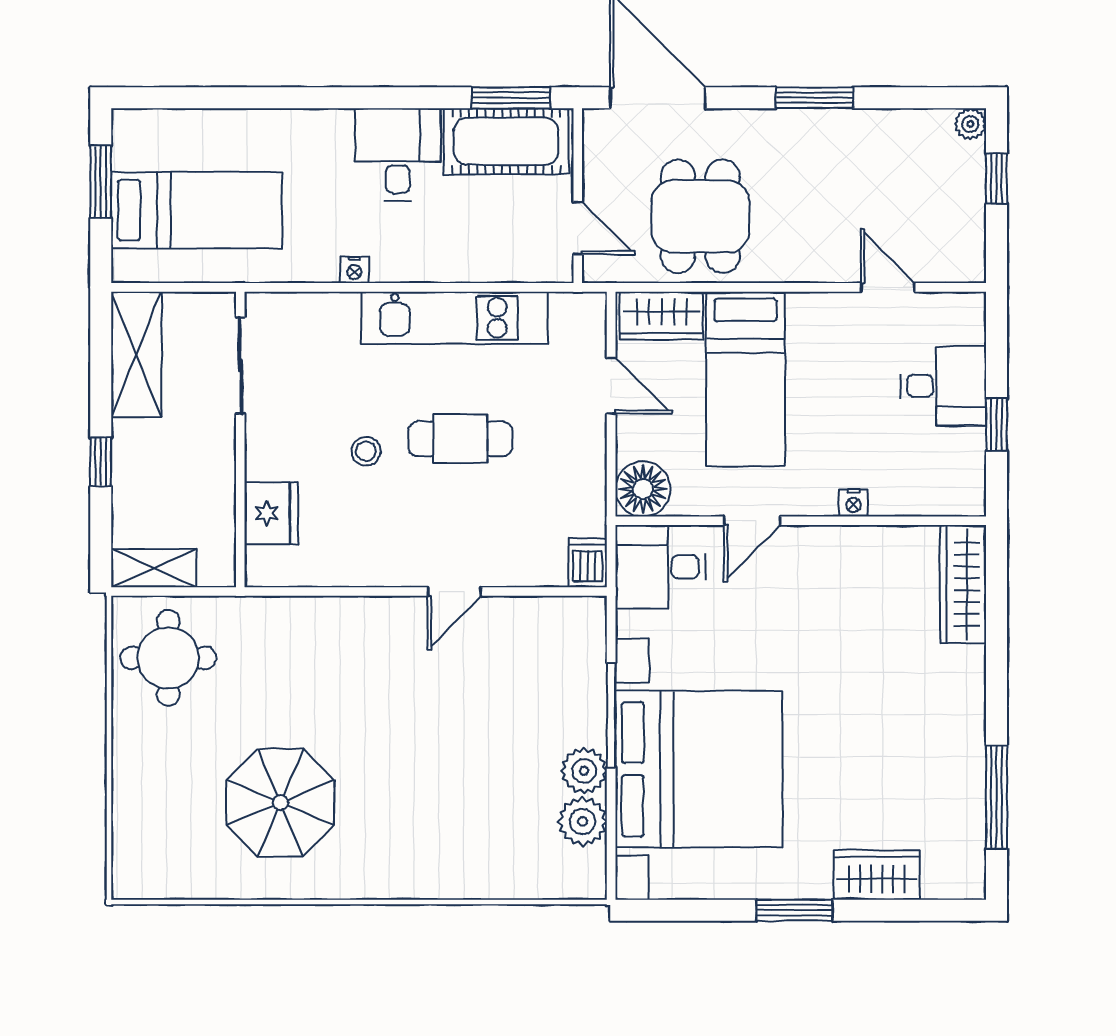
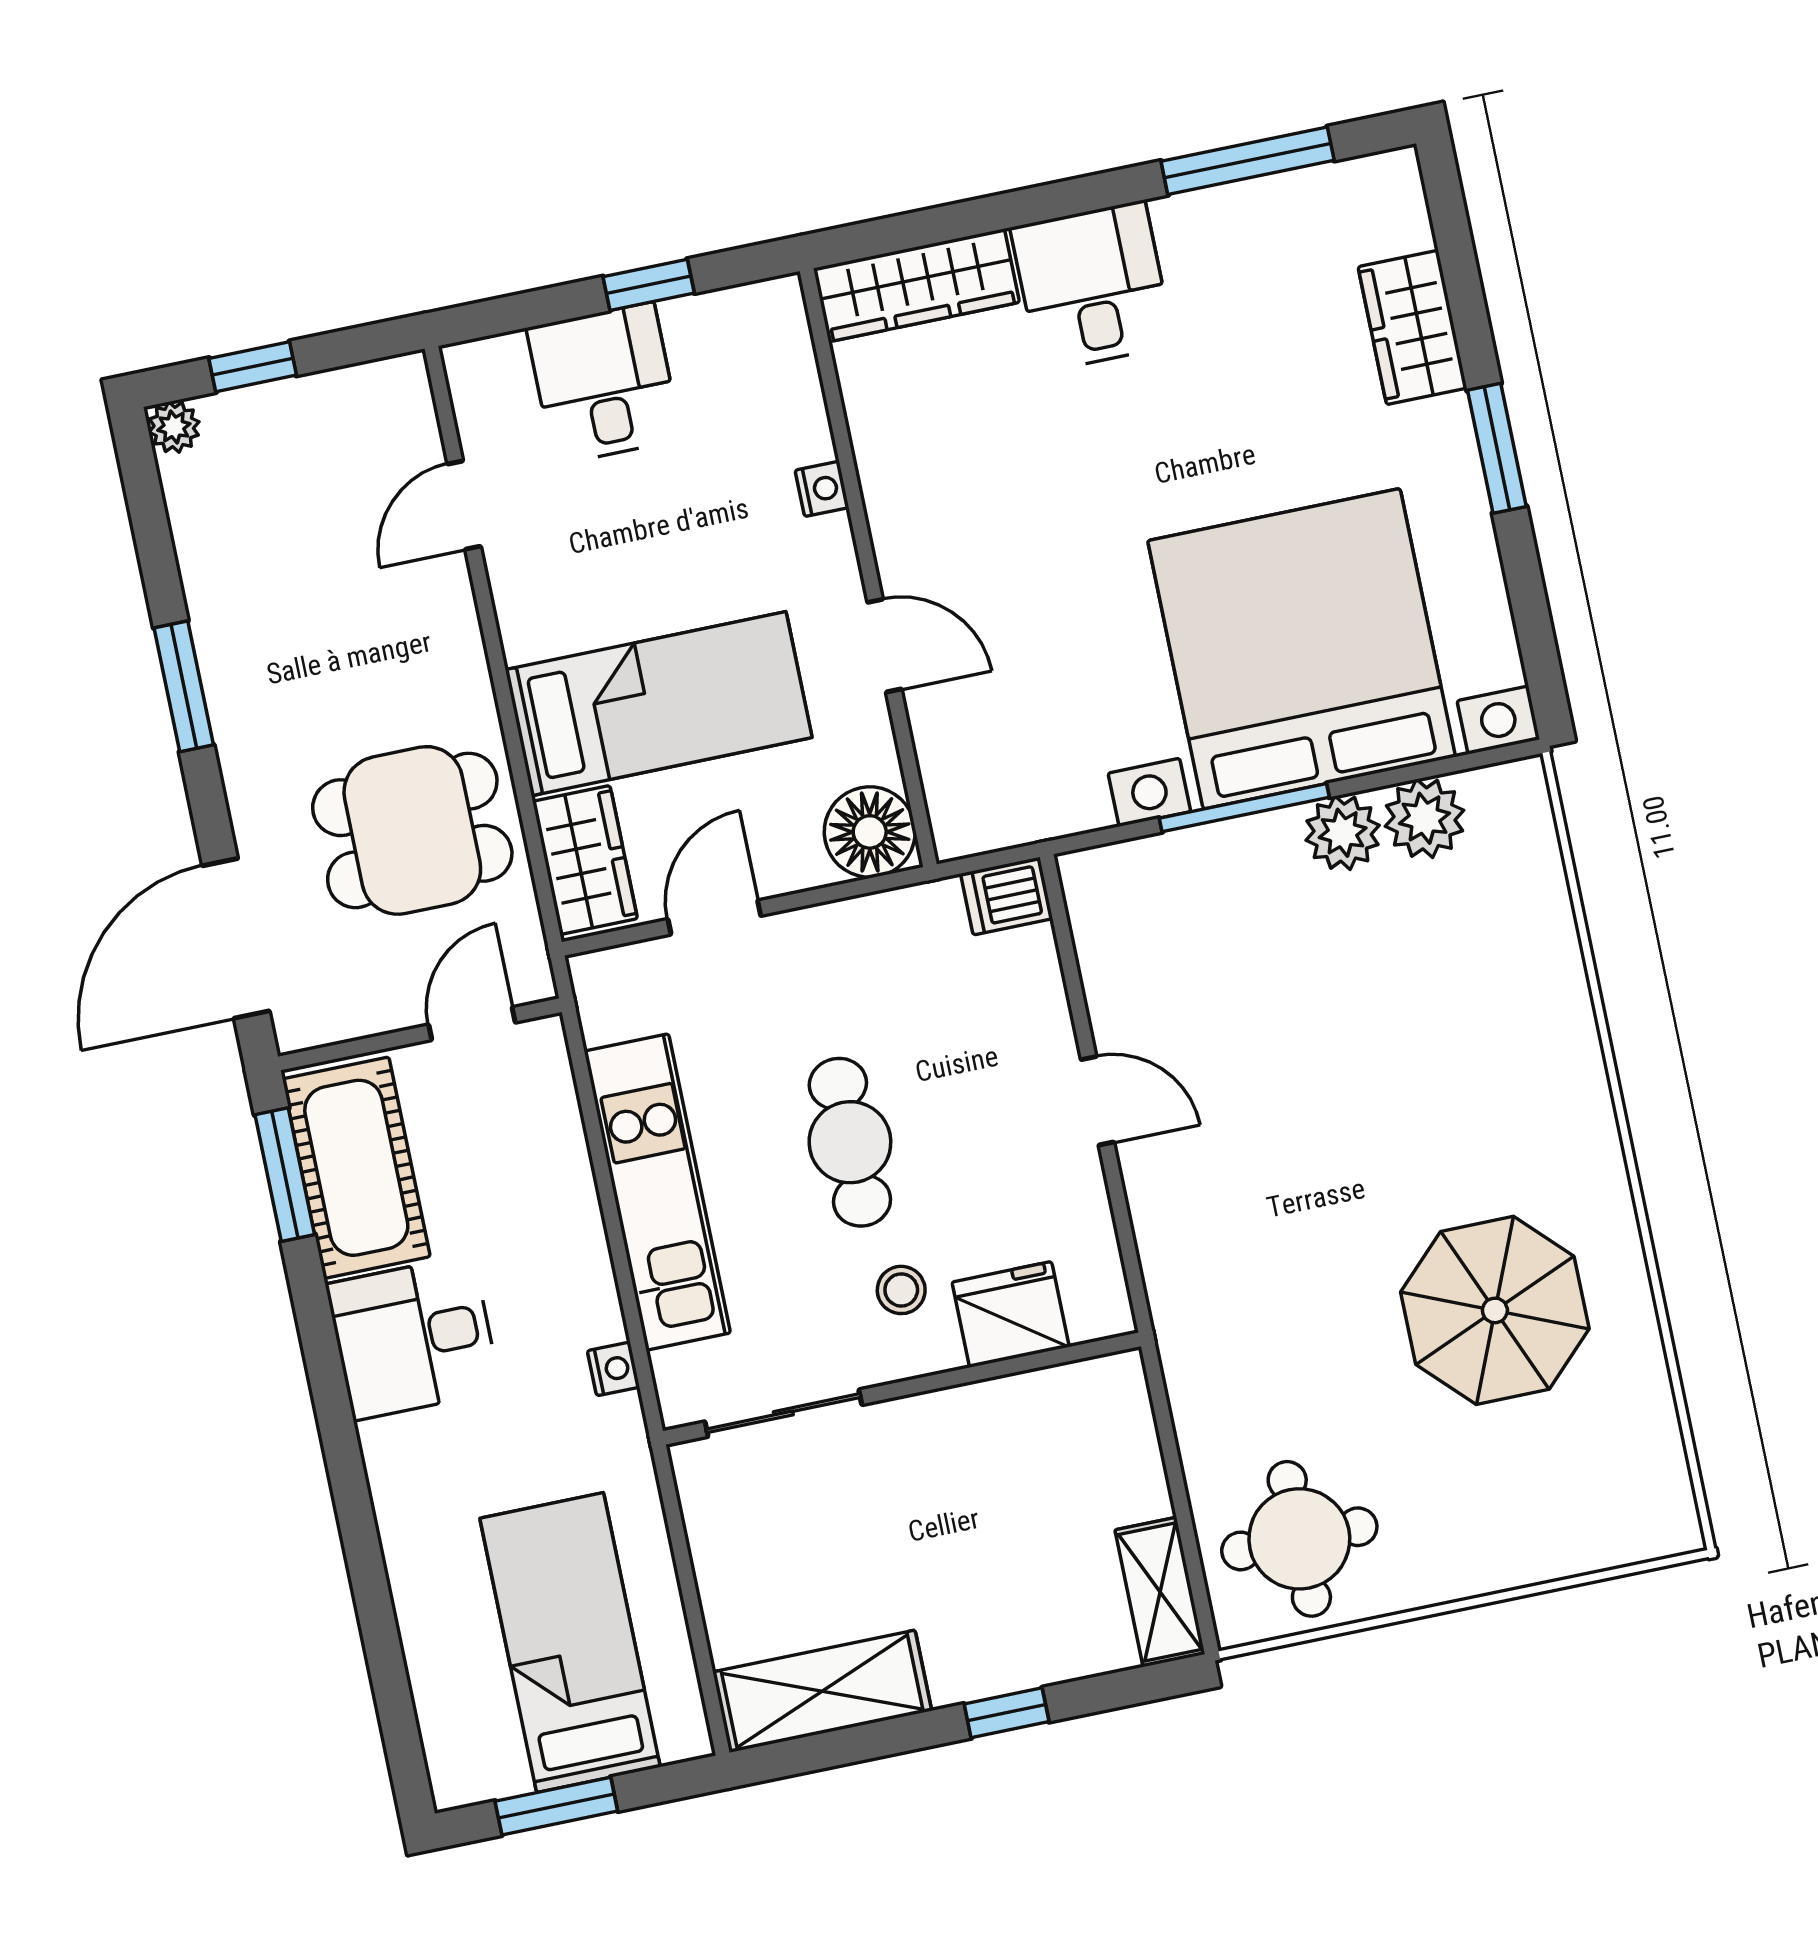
sliding door: (240, 366) -> (783, 1413), moved
wall: (240, 439) -> (902, 1389), moved
fridge: (271, 513) -> (1011, 1314), moved
desk: (661, 567) -> (1092, 286), moved, turned 180

